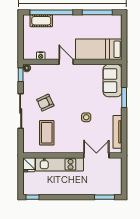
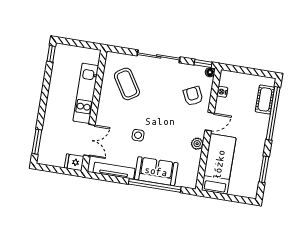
window: (97, 12) -> (264, 169), width x0.69
plant: (85, 69) -> (197, 144), added
sofa: (113, 81) -> (156, 171), moved
window: (124, 98) -> (155, 186), width x2.11
armchair: (45, 103) -> (193, 96), moved
coffee table: (47, 133) -> (127, 84), turned 58
fridge: (29, 165) -> (74, 162), moved

